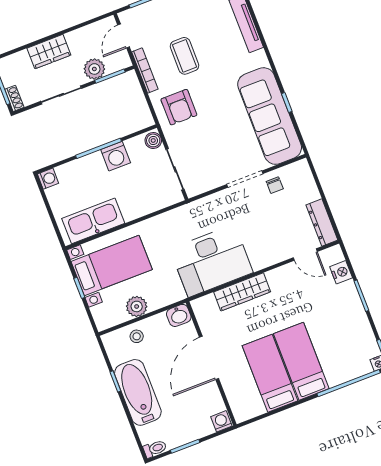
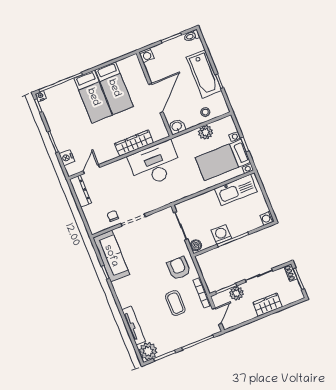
sofa: (270, 116) -> (111, 256), width x0.74, depth x0.79
door: (305, 255) -> (91, 169), hinge flipped

